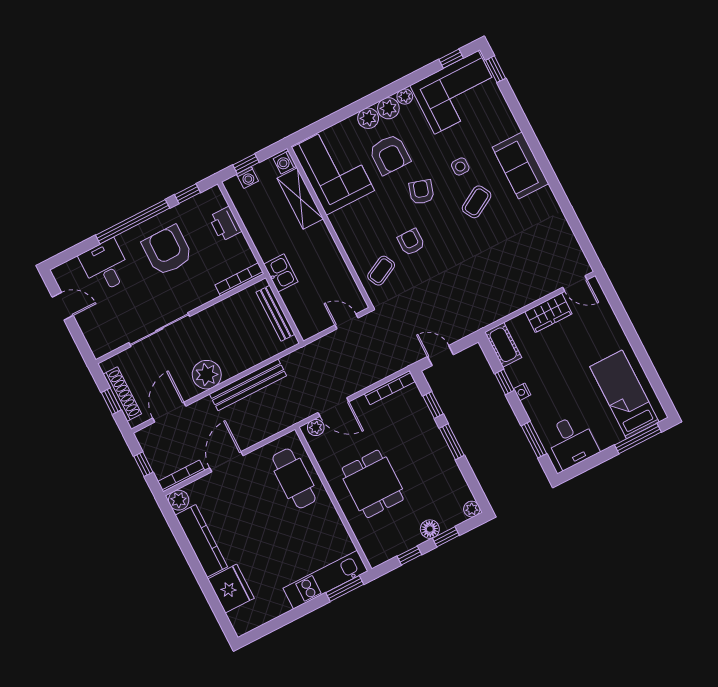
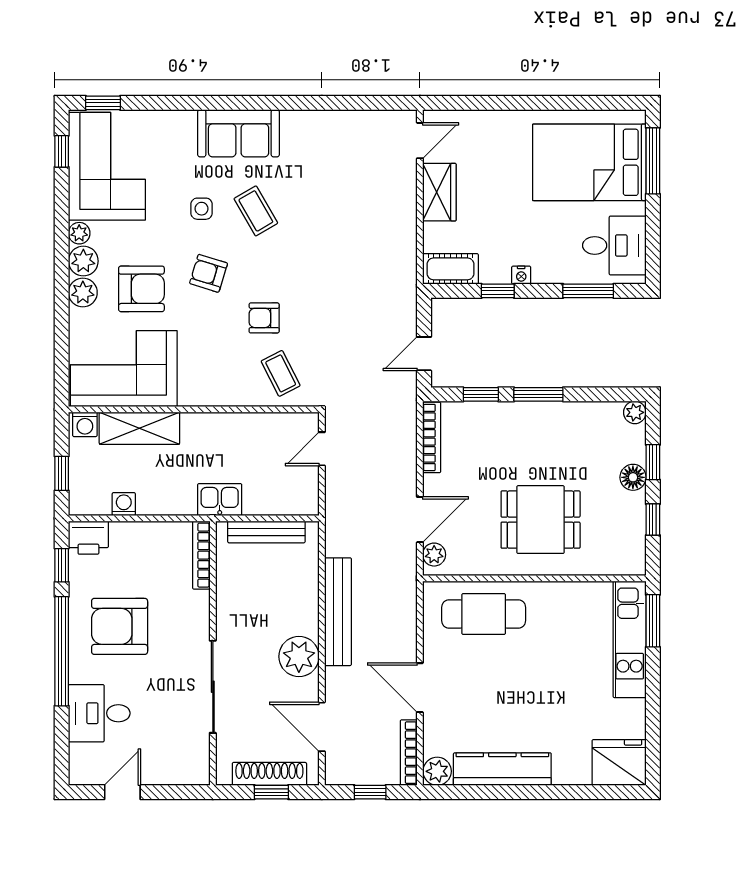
washing machine: (248, 178) -> (124, 504), moved, turned -90
printer: (225, 224) -> (88, 538), moved
bed: (624, 394) -> (589, 162), width x1.50
fridge: (231, 589) -> (619, 763), moved

